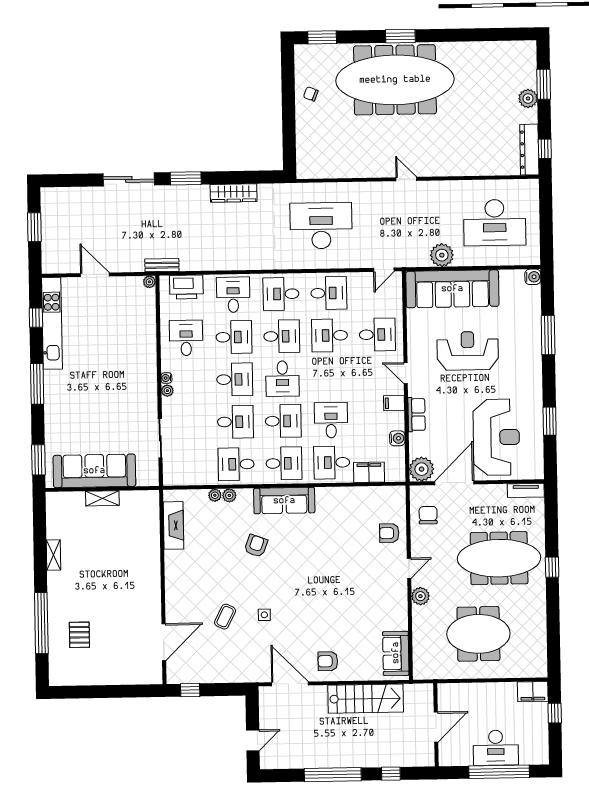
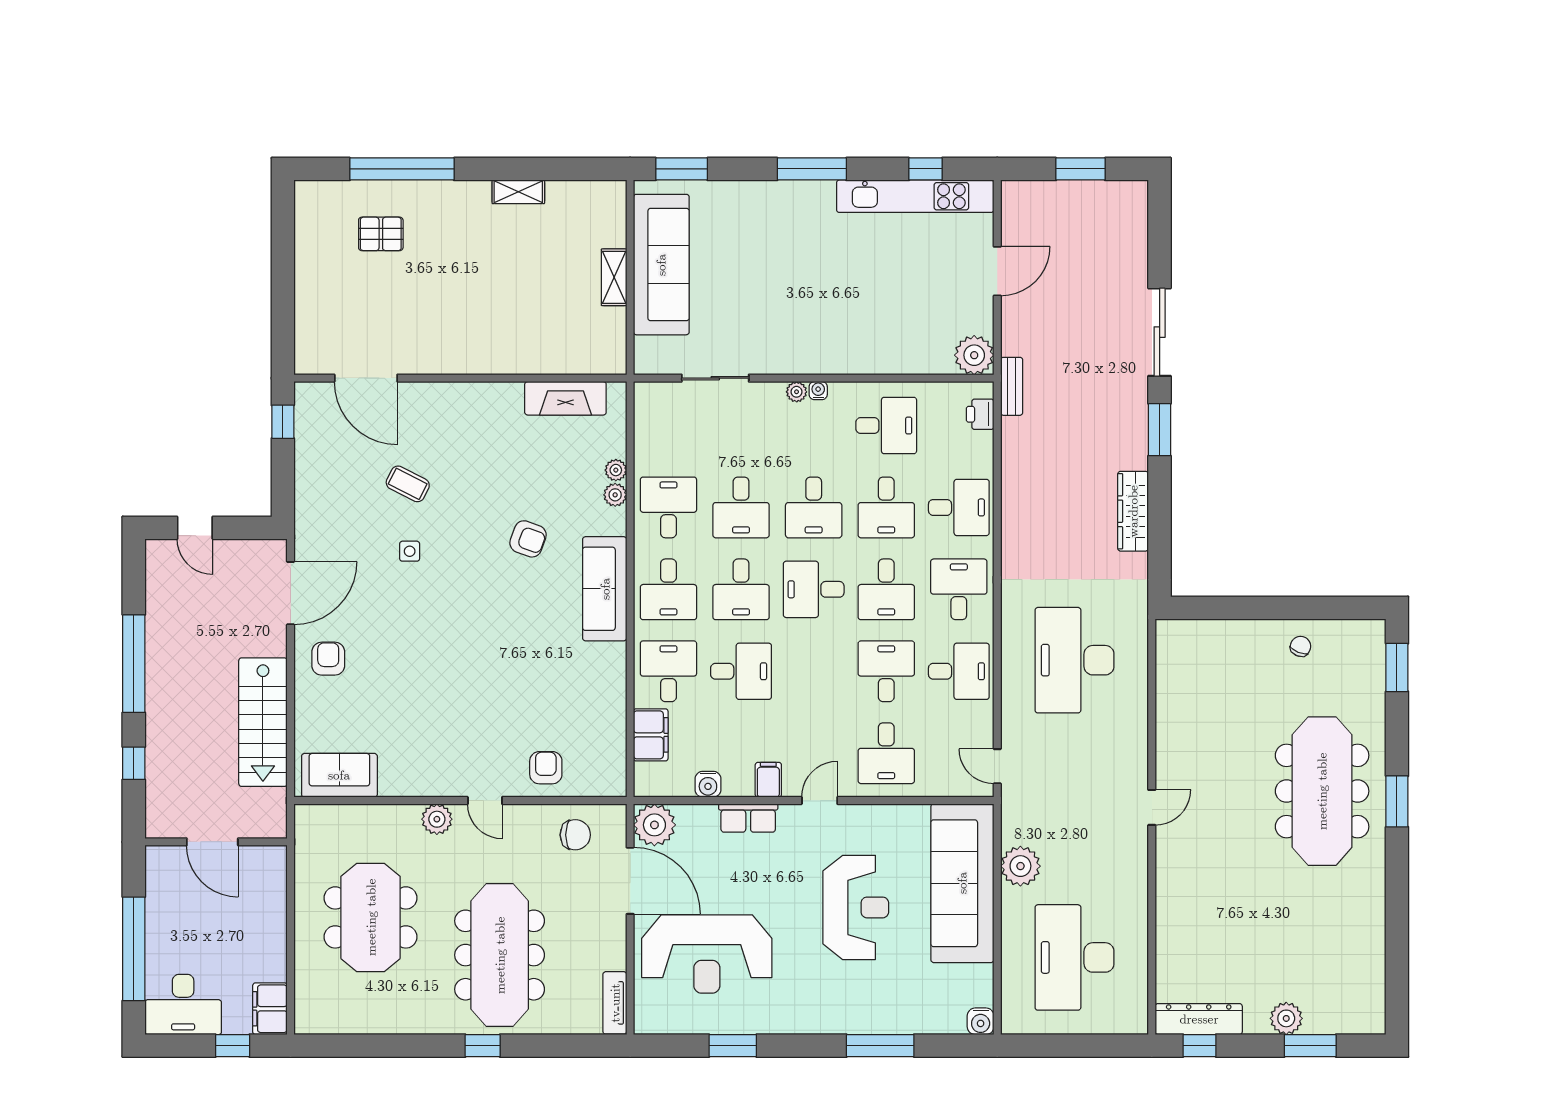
meeting table: (395, 80) -> (1322, 791), width x0.73, depth x0.79
desk: (321, 226) -> (1075, 660), turned 180
plant: (149, 282) -> (974, 355), width x1.87, depth x1.87
printer: (186, 287) -> (980, 414), width x0.53, depth x0.68
desk: (329, 293) -> (959, 671), turned -90
desk: (496, 748) -> (183, 1005), moved, turned -90

